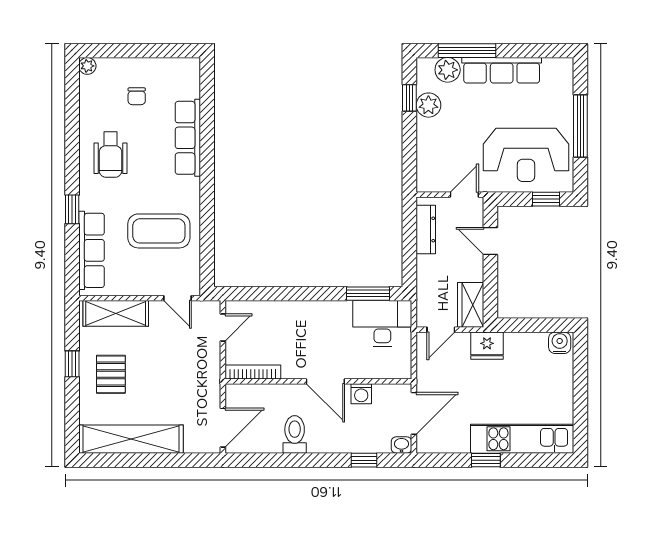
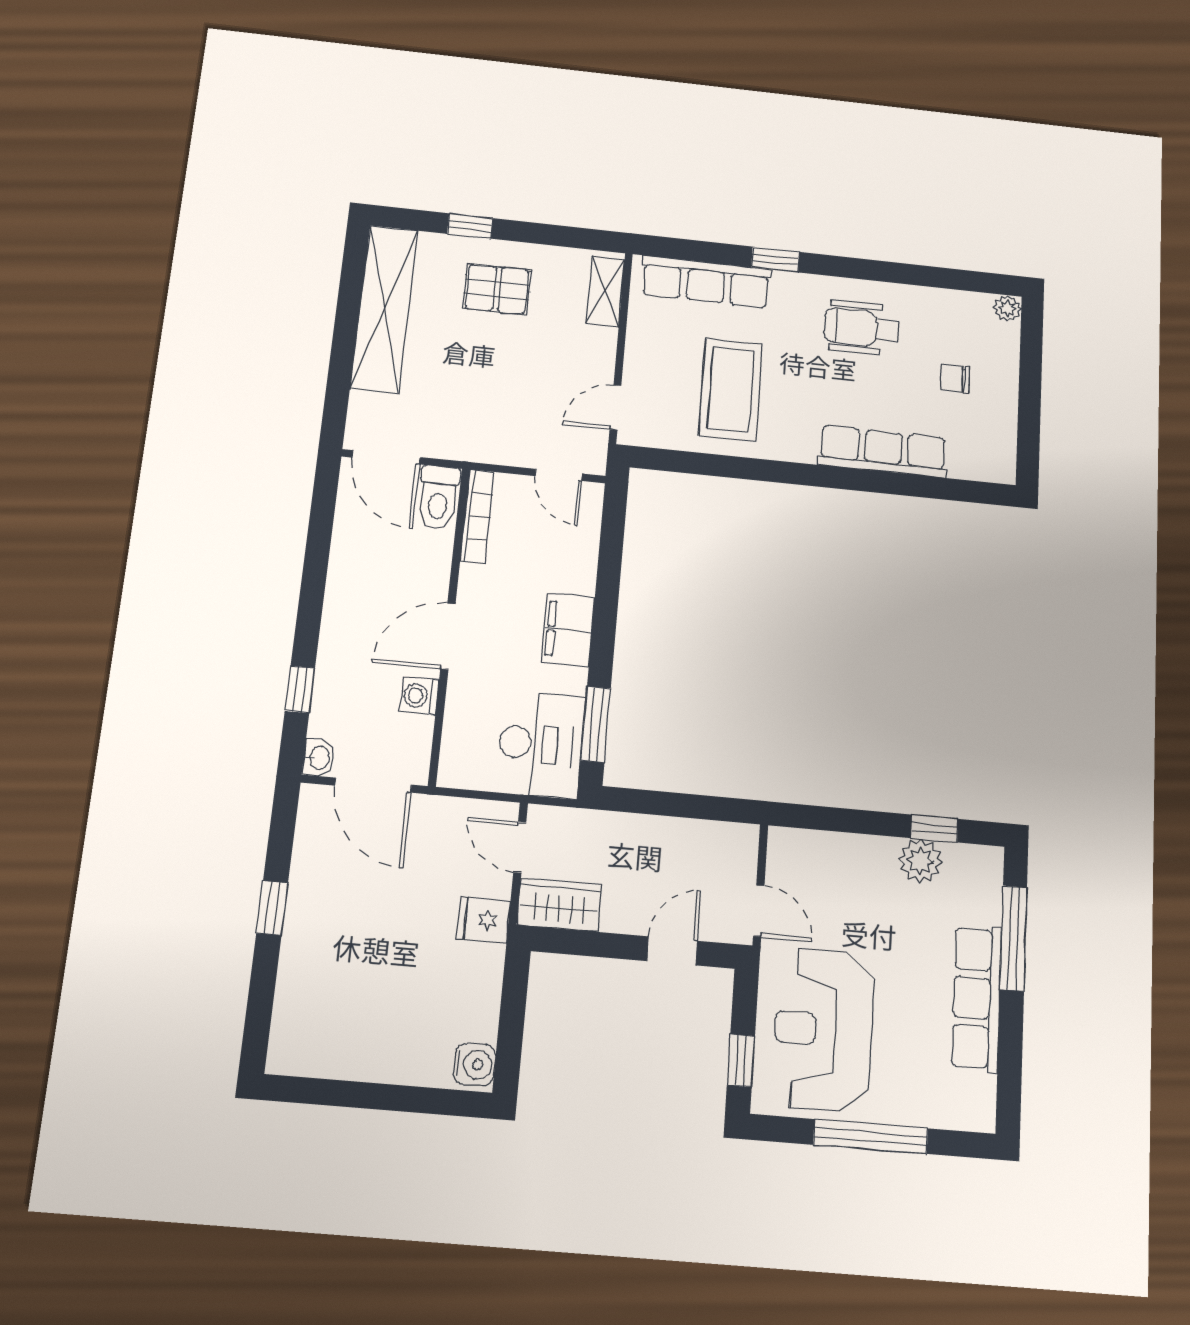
plant: (448, 70) -> (981, 900), removed
dresser: (426, 229) -> (701, 836), removed
shelving: (116, 313) -> (605, 291), width x0.67, depth x0.75
filing cabinet: (315, 314) -> (568, 630), added
fridge: (487, 346) -> (483, 920), width x0.72
window: (72, 364) -> (470, 226), moved
toilet: (295, 434) -> (438, 498), moved, turned 90
kitchen unit: (522, 439) -> (303, 979), removed

